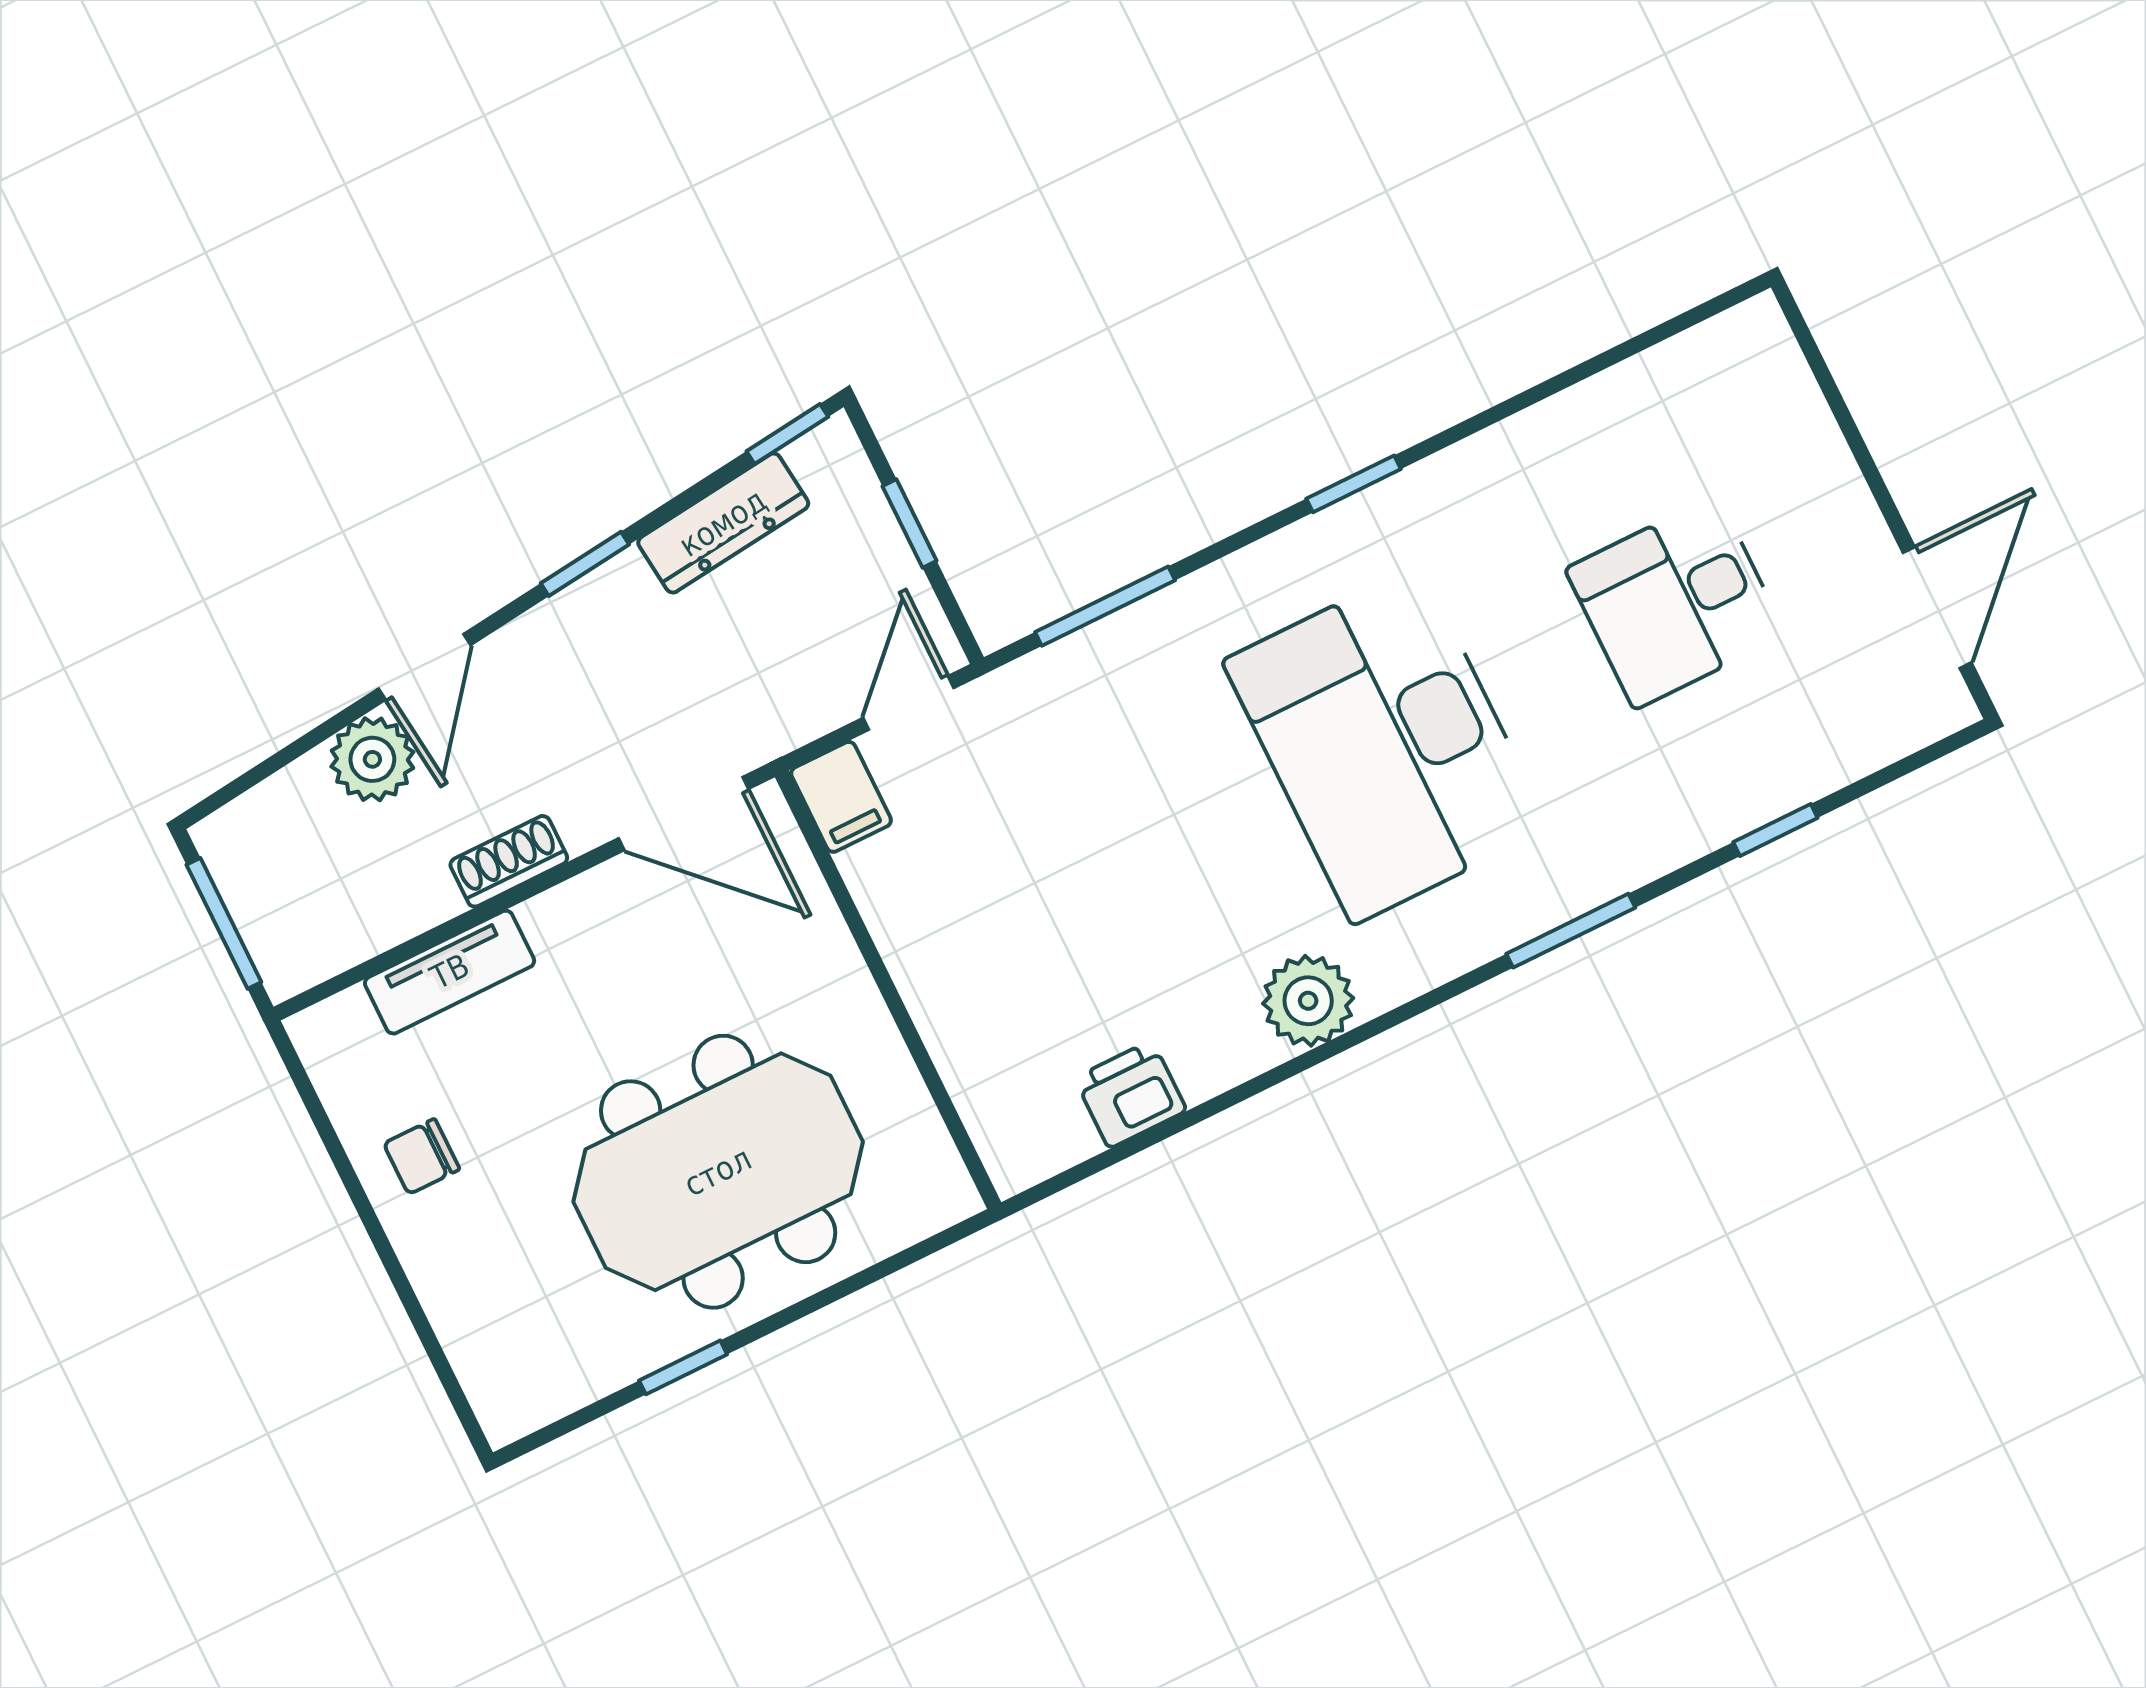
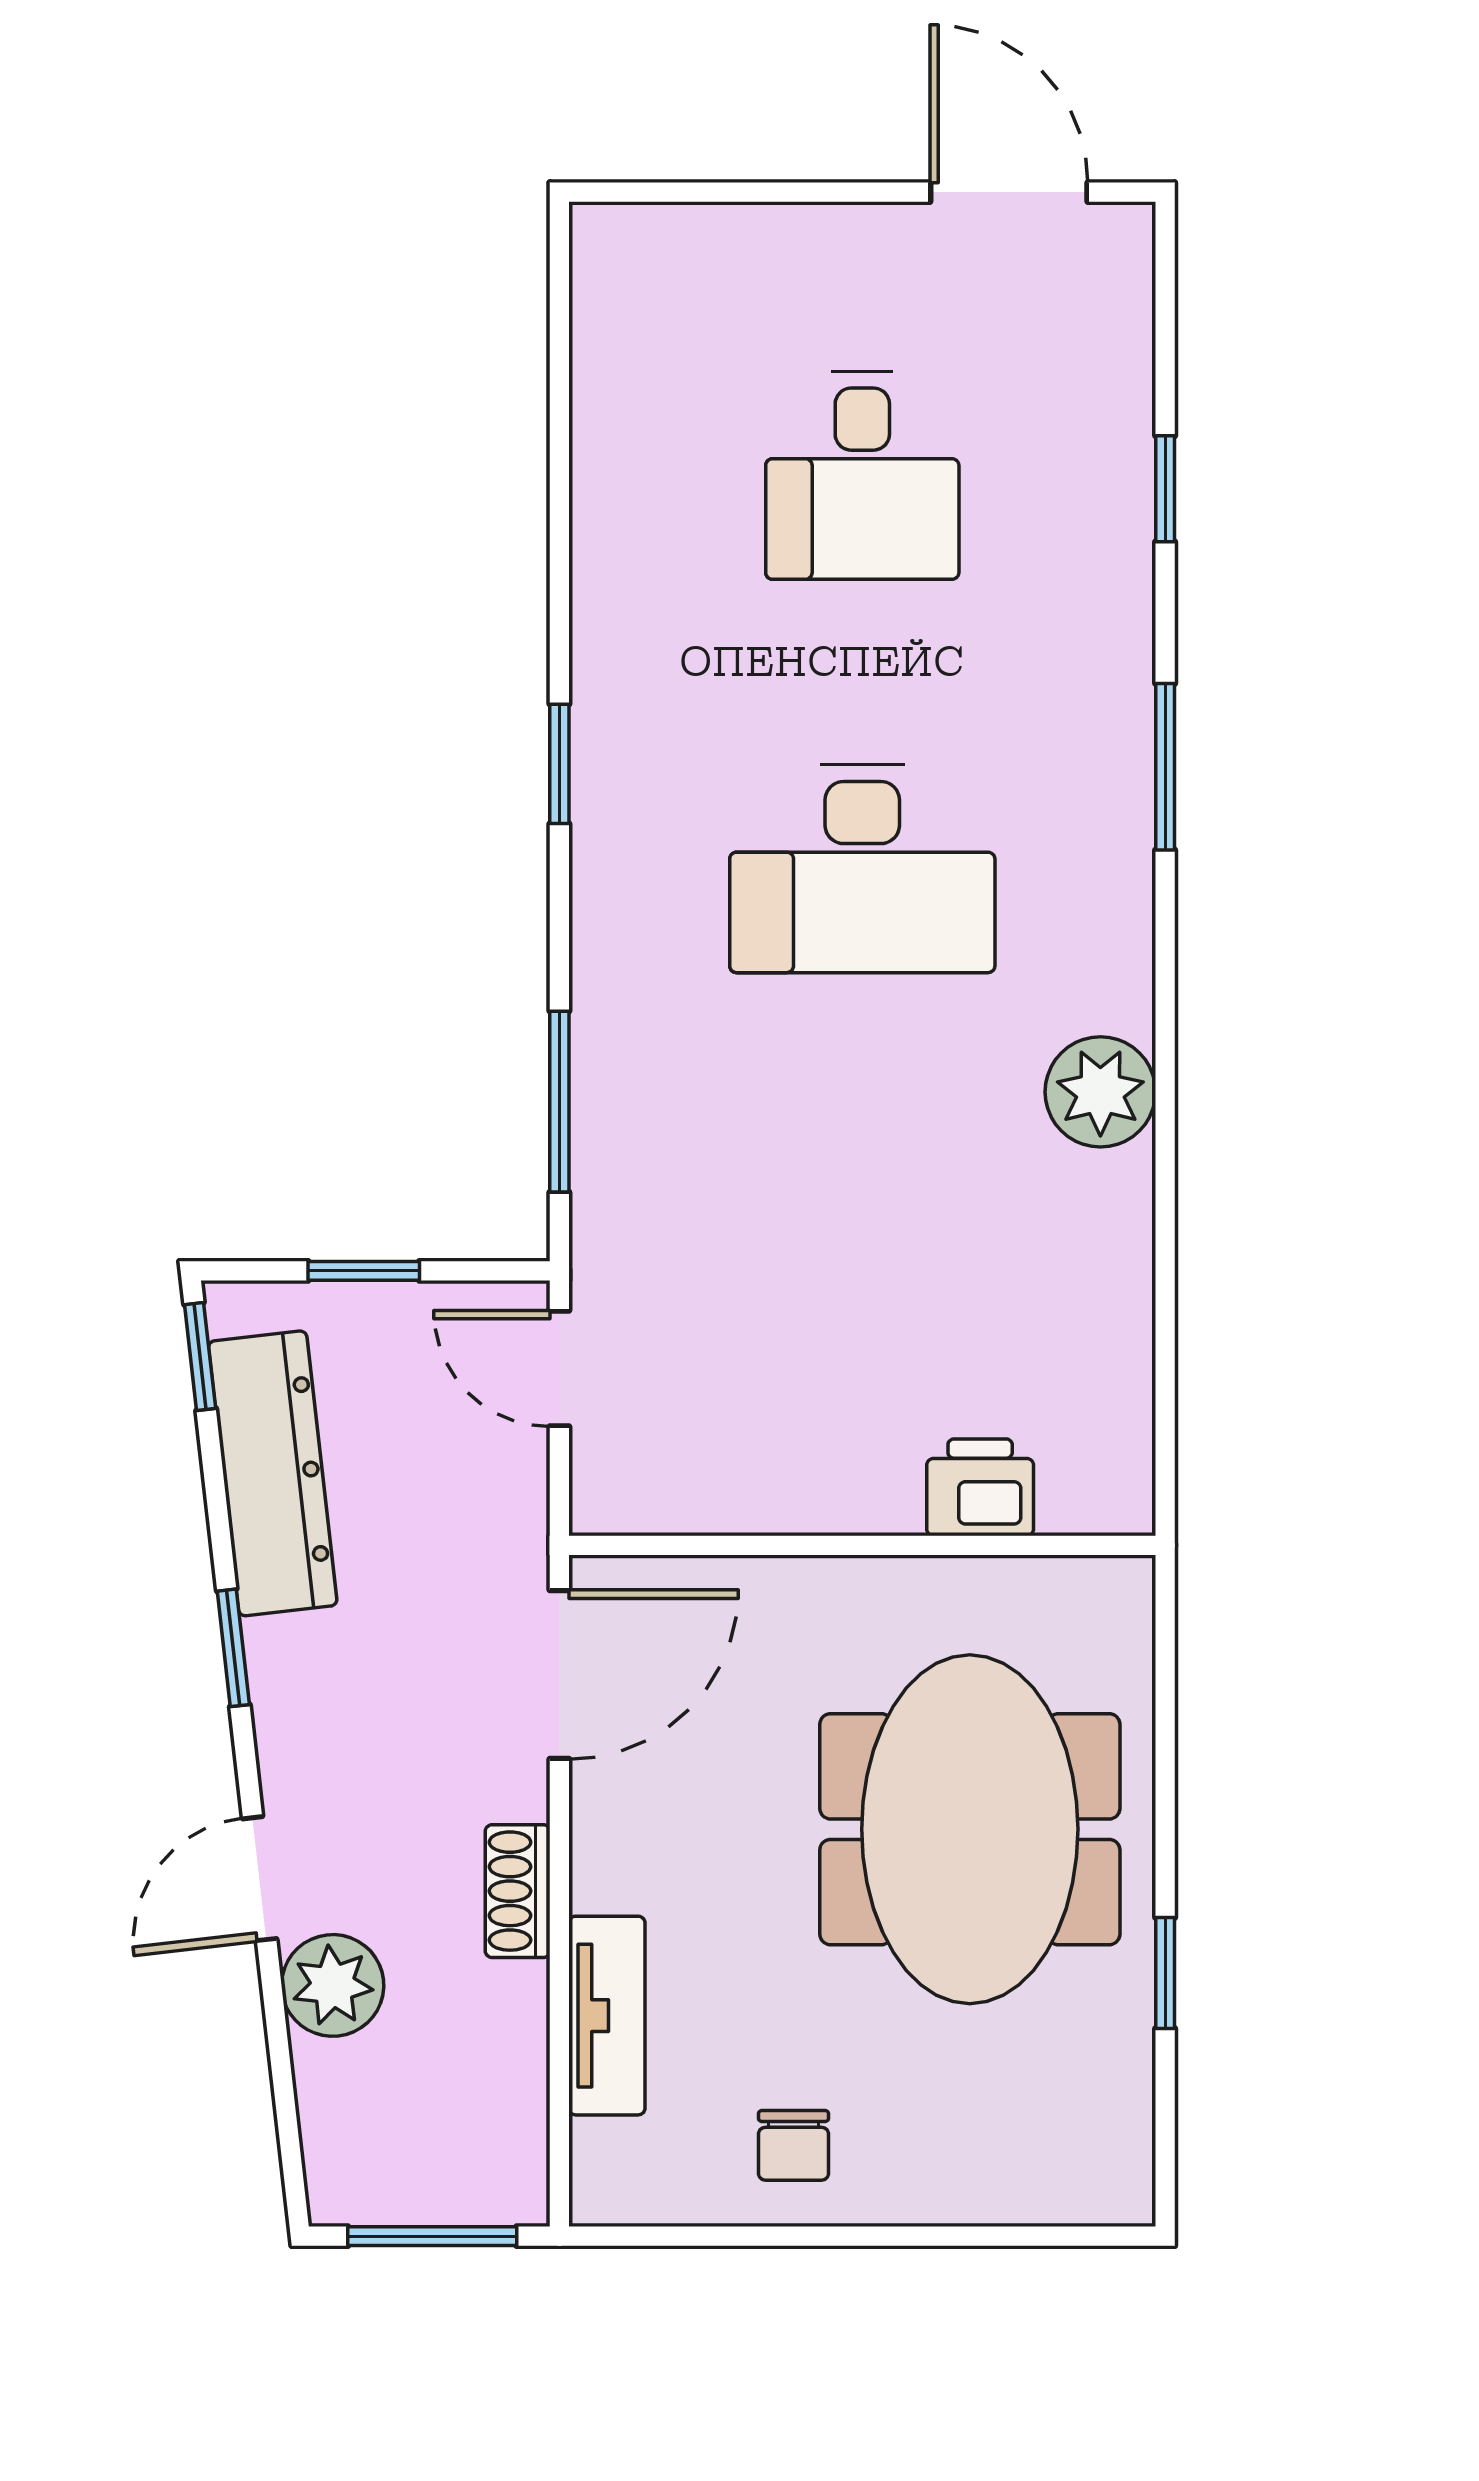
dresser: (723, 523) -> (273, 1473), width x1.37, depth x1.24
door: (425, 667) -> (260, 1879), swing flipped
desk: (1386, 745) -> (862, 869), width x0.73, depth x0.77
filing cabinet: (841, 797) -> (626, 1493), removed
printer: (1131, 1094) -> (980, 1487), moved, turned 90

